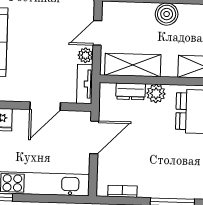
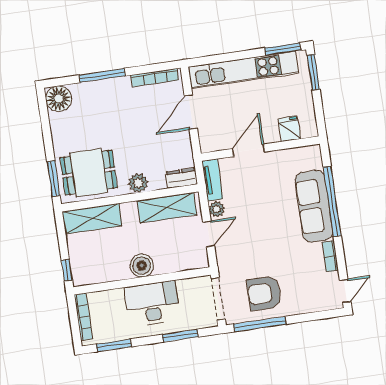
dresser: (131, 91) -> (182, 178), moved
door: (94, 137) -> (191, 112), moved
bookcase: (122, 191) -> (155, 78), width x1.56

